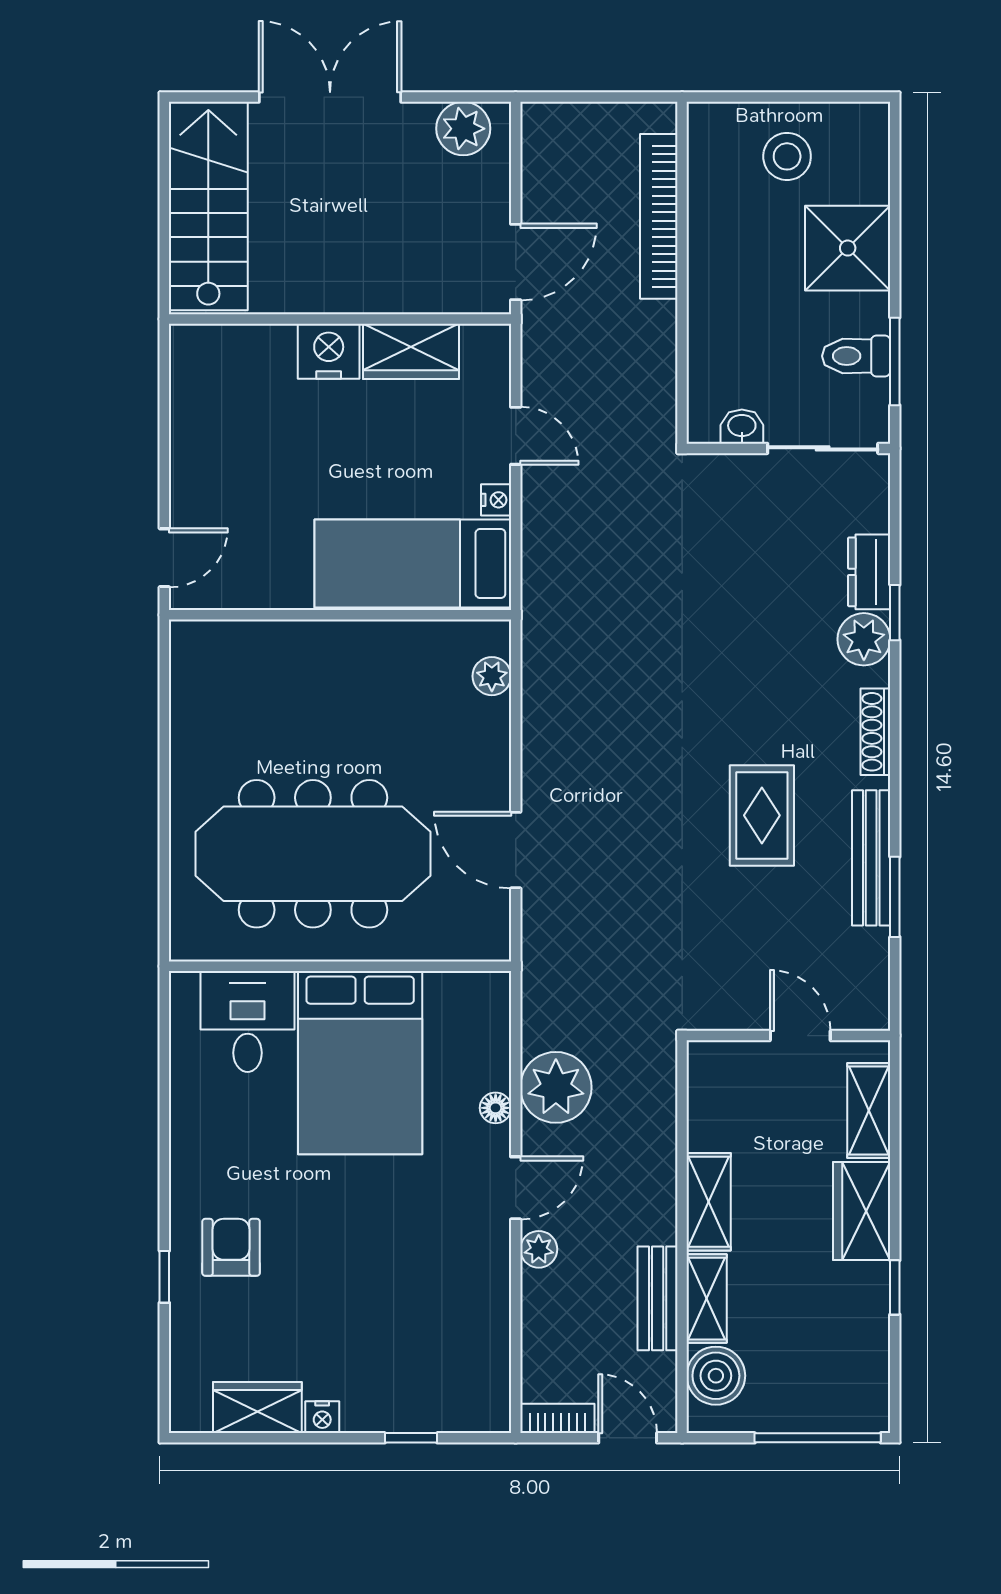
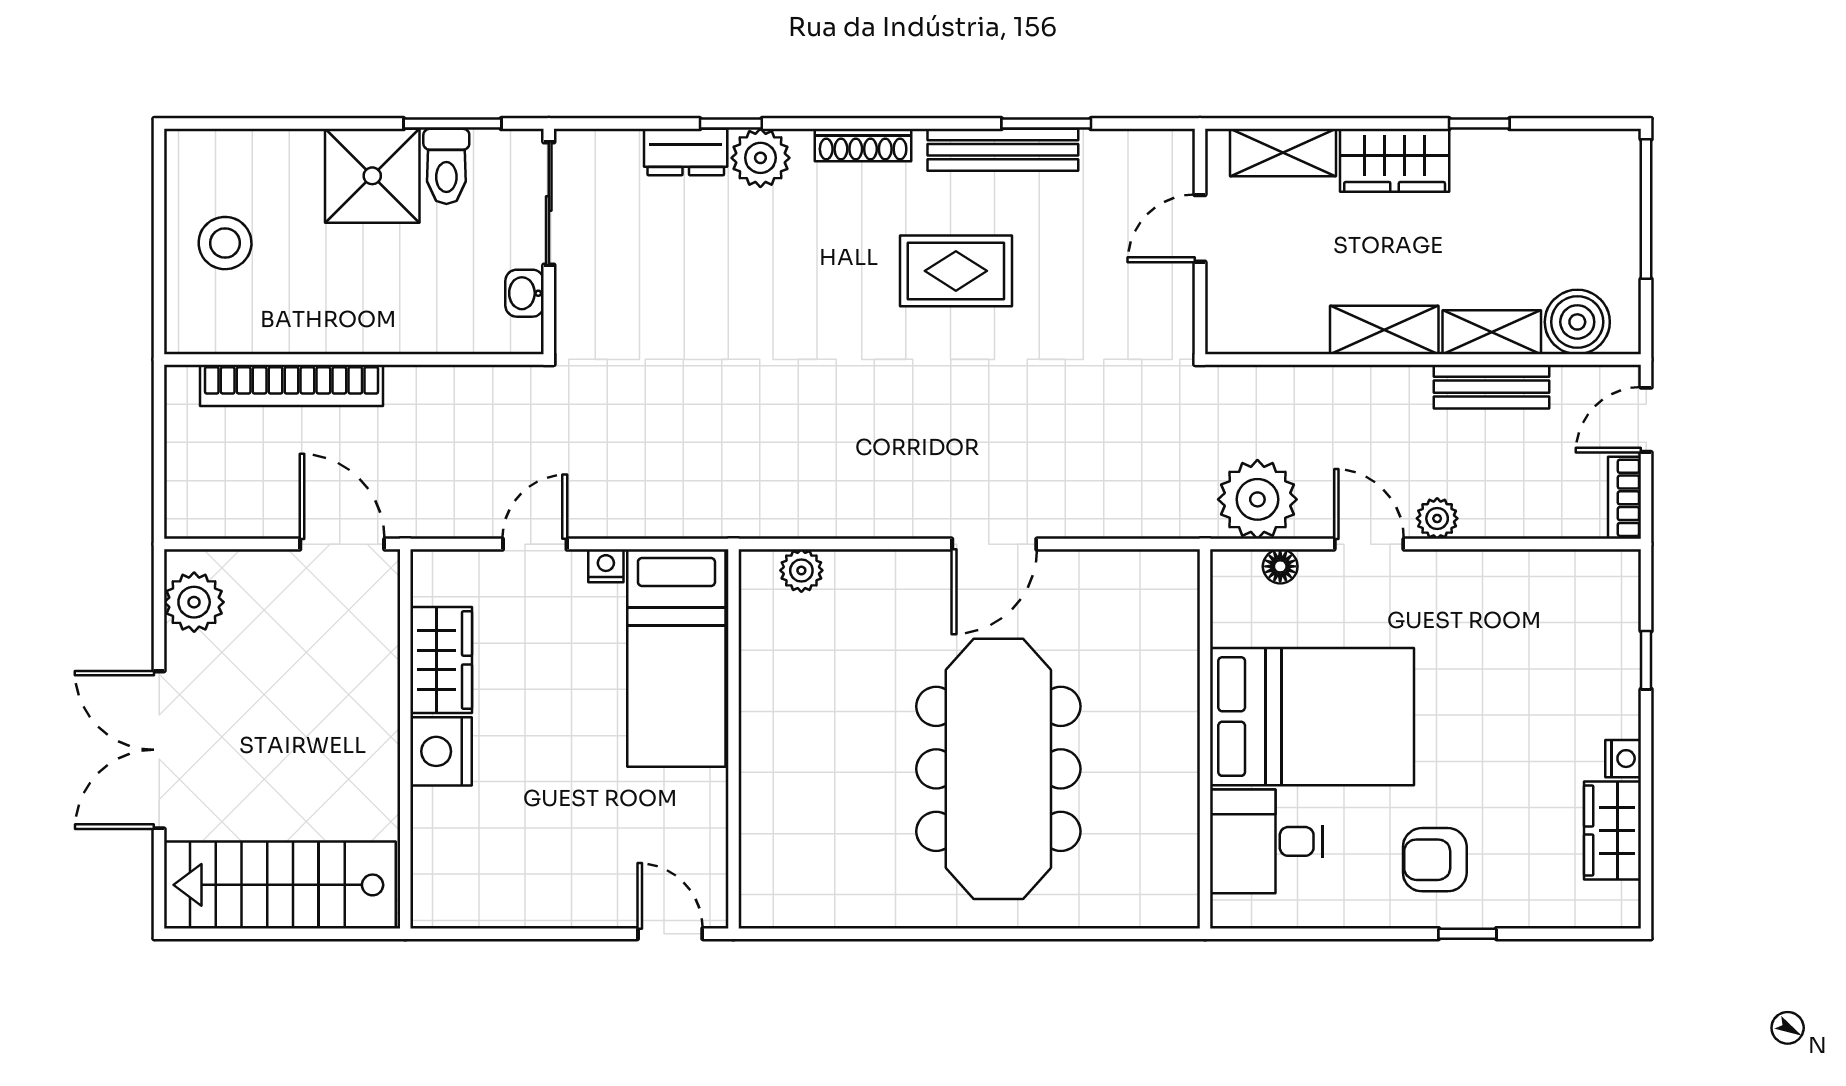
shower: (848, 248) -> (372, 176), moved
wall: (340, 966) -> (1205, 739), moved
desk: (248, 1021) -> (1266, 841), moved
bed: (360, 1063) -> (1312, 717), moved

